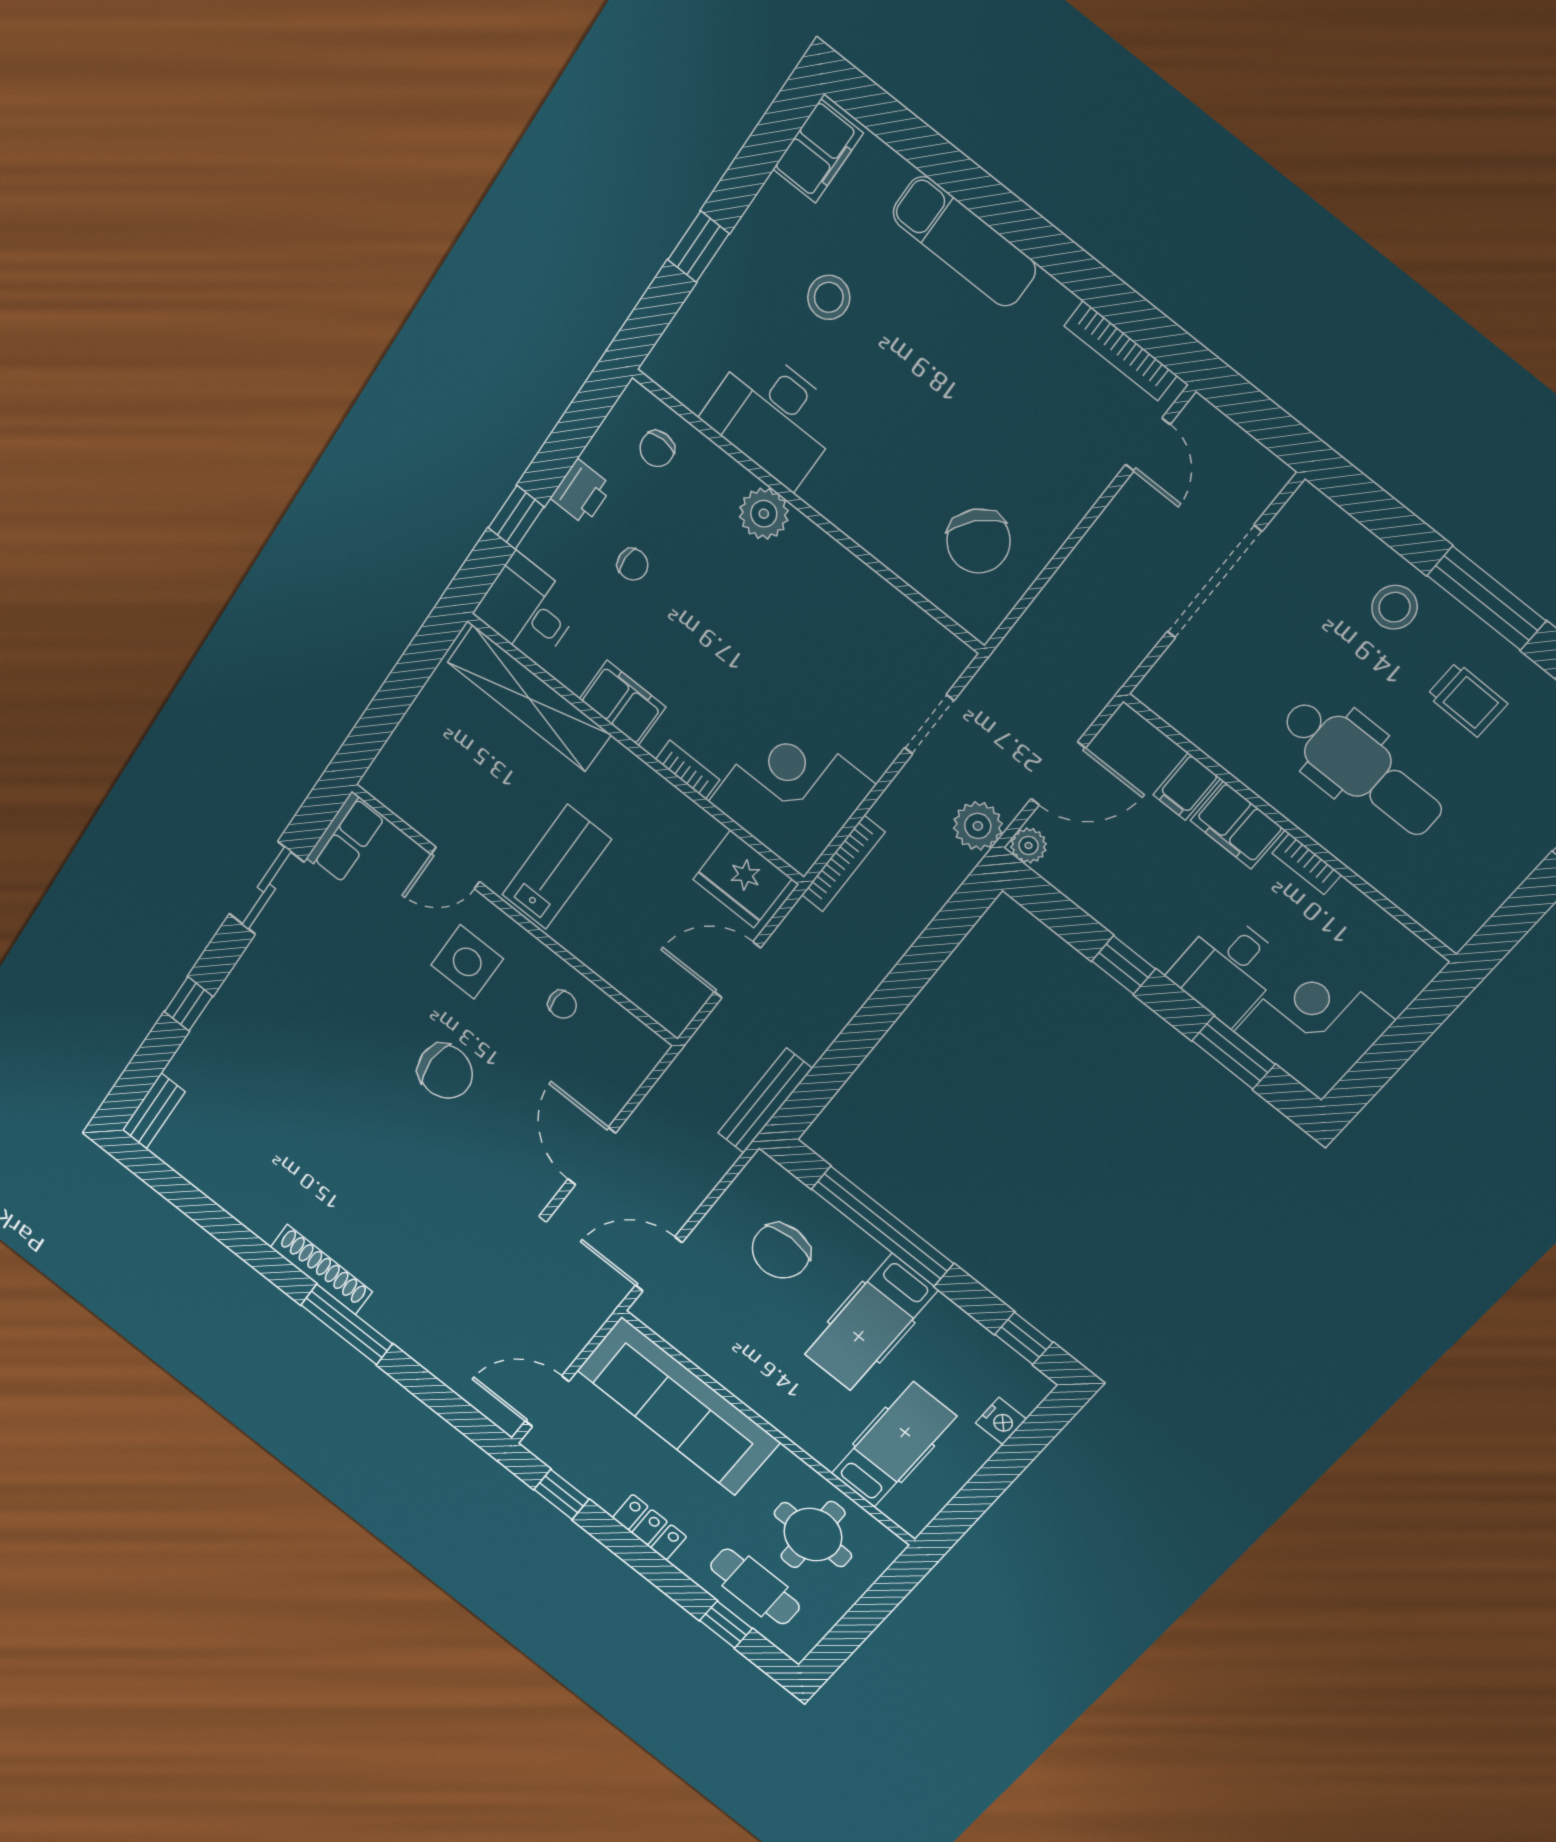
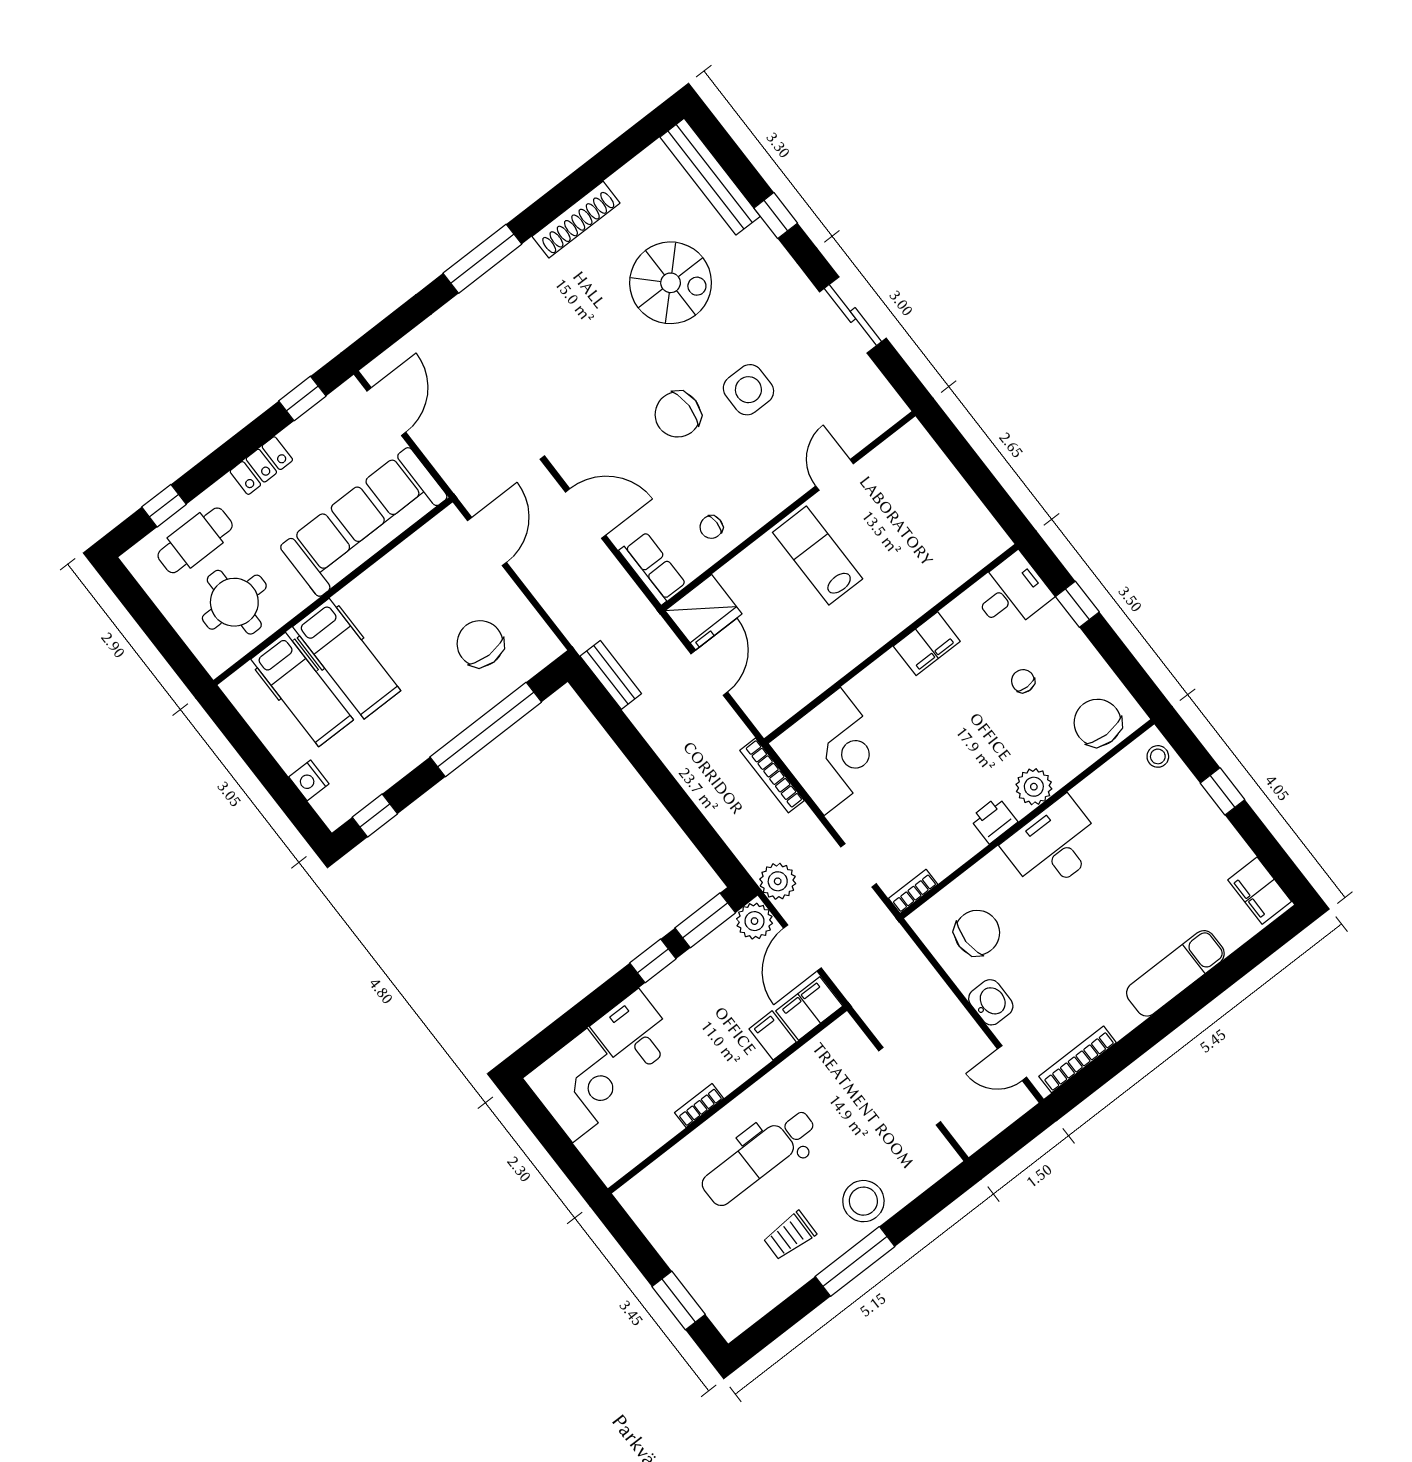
stool: (829, 297) -> (1158, 756), moved, width x0.73, depth x0.73
desk: (773, 417) -> (1054, 846), moved
chair: (657, 449) -> (1098, 723), width x1.87, depth x1.87
printer: (581, 492) -> (994, 820), moved, turned 90
washbasin: (1069, 497) -> (991, 1002), added
chair: (978, 541) -> (977, 933), turned 137
chair: (633, 564) -> (1023, 681), turned 90
stool: (1395, 607) -> (863, 1201), width x1.38, depth x1.38
shelving: (529, 698) -> (947, 574), removed
bookcase: (688, 770) -> (913, 891), moved, turned 180
filing cabinet: (1237, 825) -> (809, 1009), moved
row of seats: (346, 838) -> (653, 568), moved, turned 180
plant: (1029, 845) -> (754, 921), width x1.38, depth x1.38
lab bench: (557, 867) -> (818, 556), turned 180
fridge: (742, 879) -> (704, 612), moved, turned 180
side table: (467, 962) -> (748, 390), moved
window: (1233, 1053) -> (705, 920), moved
bench: (765, 1101) -> (611, 675), width x0.73
spiral stairs: (302, 1110) -> (671, 283), added
bench: (153, 1111) -> (710, 177), width x1.86, depth x1.21
shoe rack: (321, 1270) -> (576, 220), moved
hospital bed: (871, 1322) -> (347, 659), moved, turned 180

